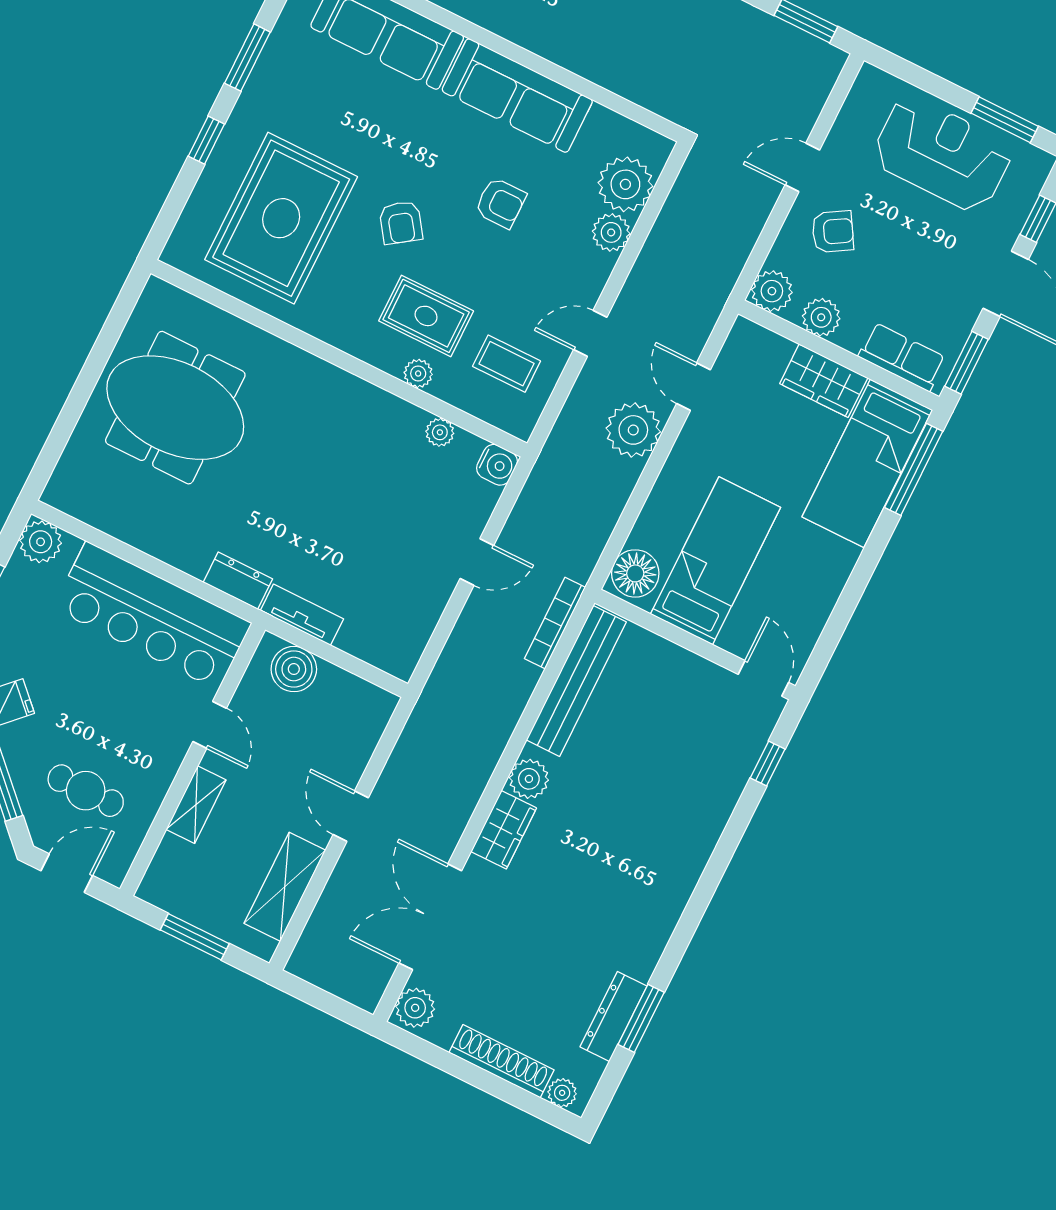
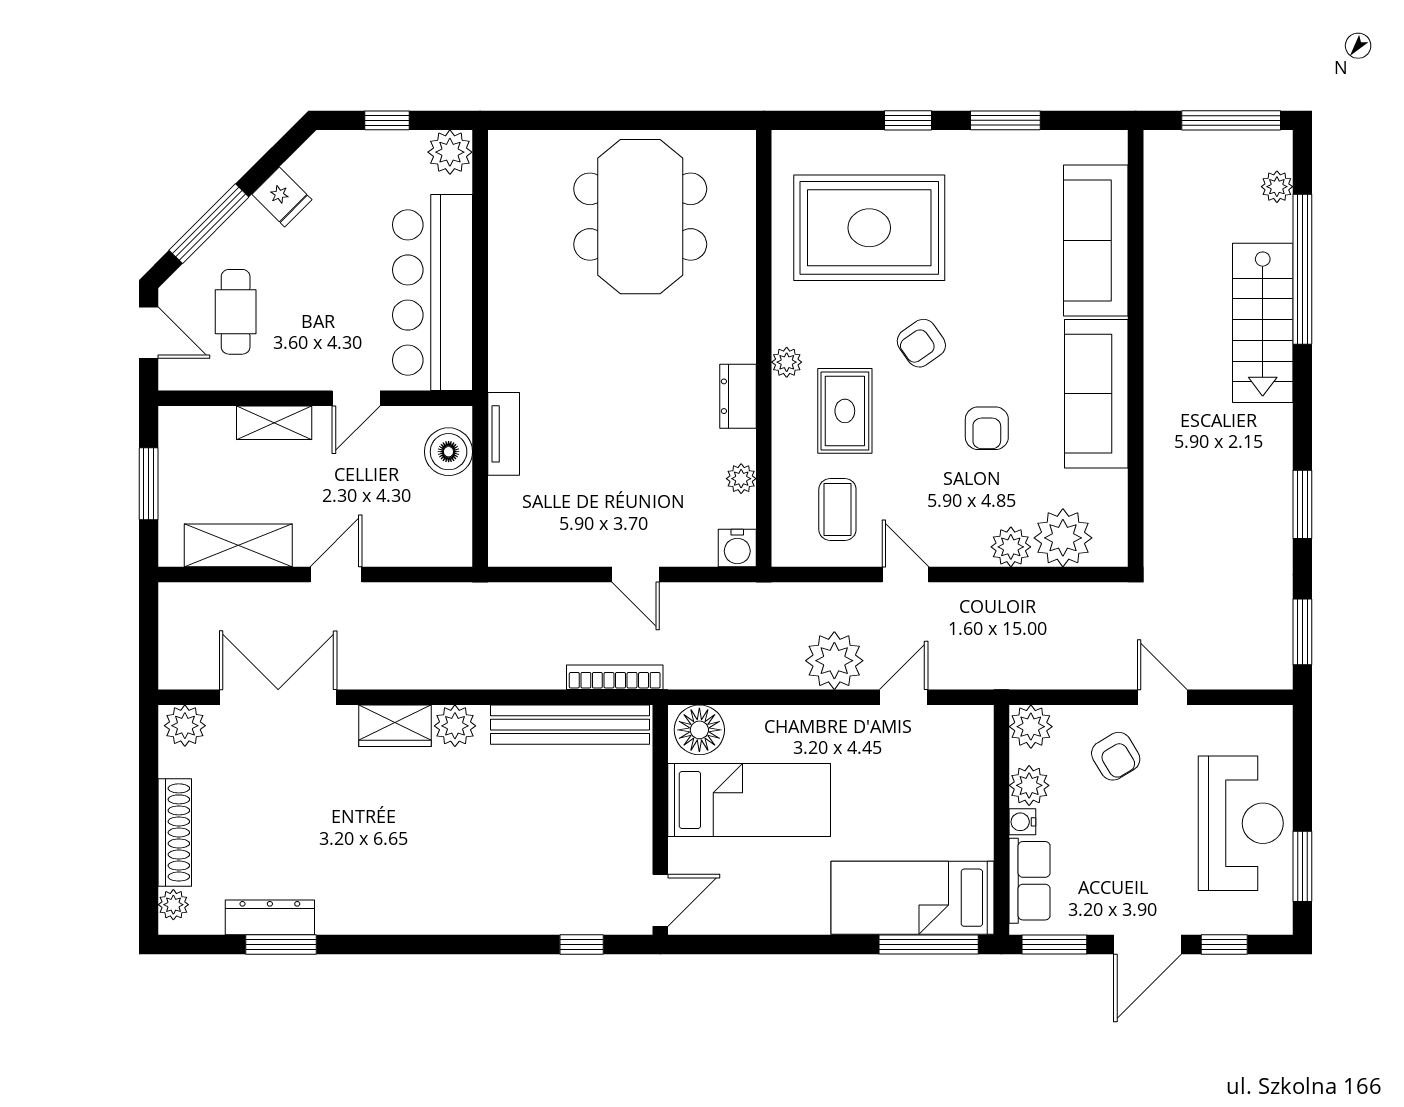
water cooler: (849, 338) -> (1022, 822), added
plant: (418, 373) -> (787, 362), moved
wardrobe: (824, 381) -> (970, 818), removed
dresser: (238, 581) -> (738, 396), moved, turned 180

